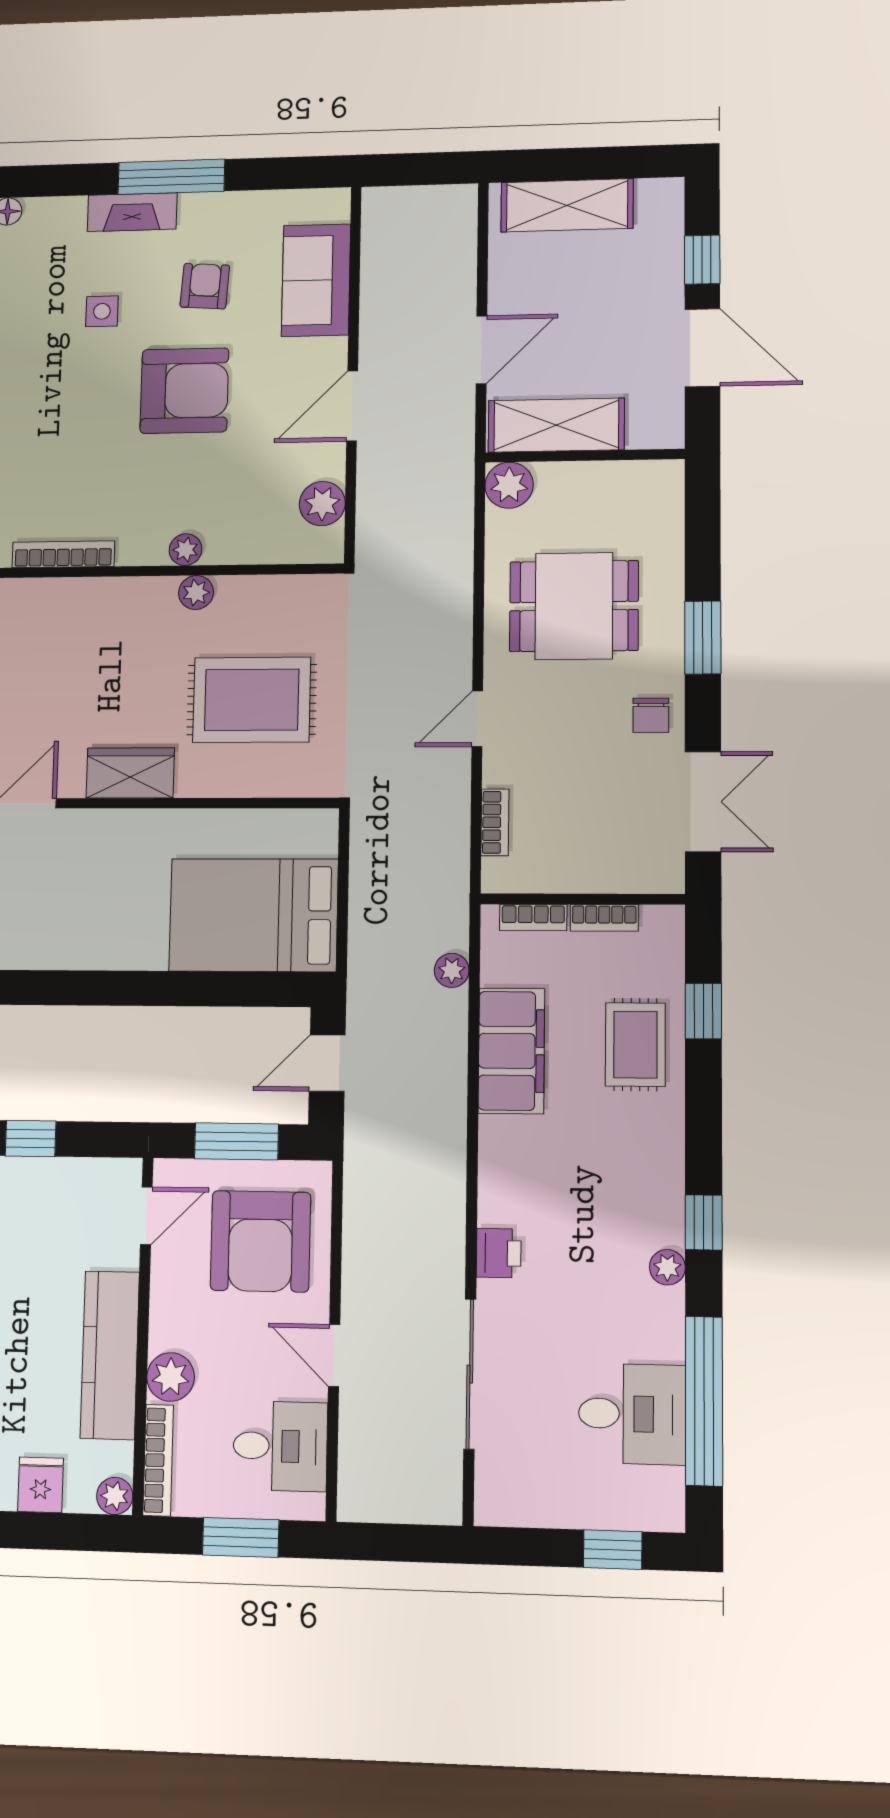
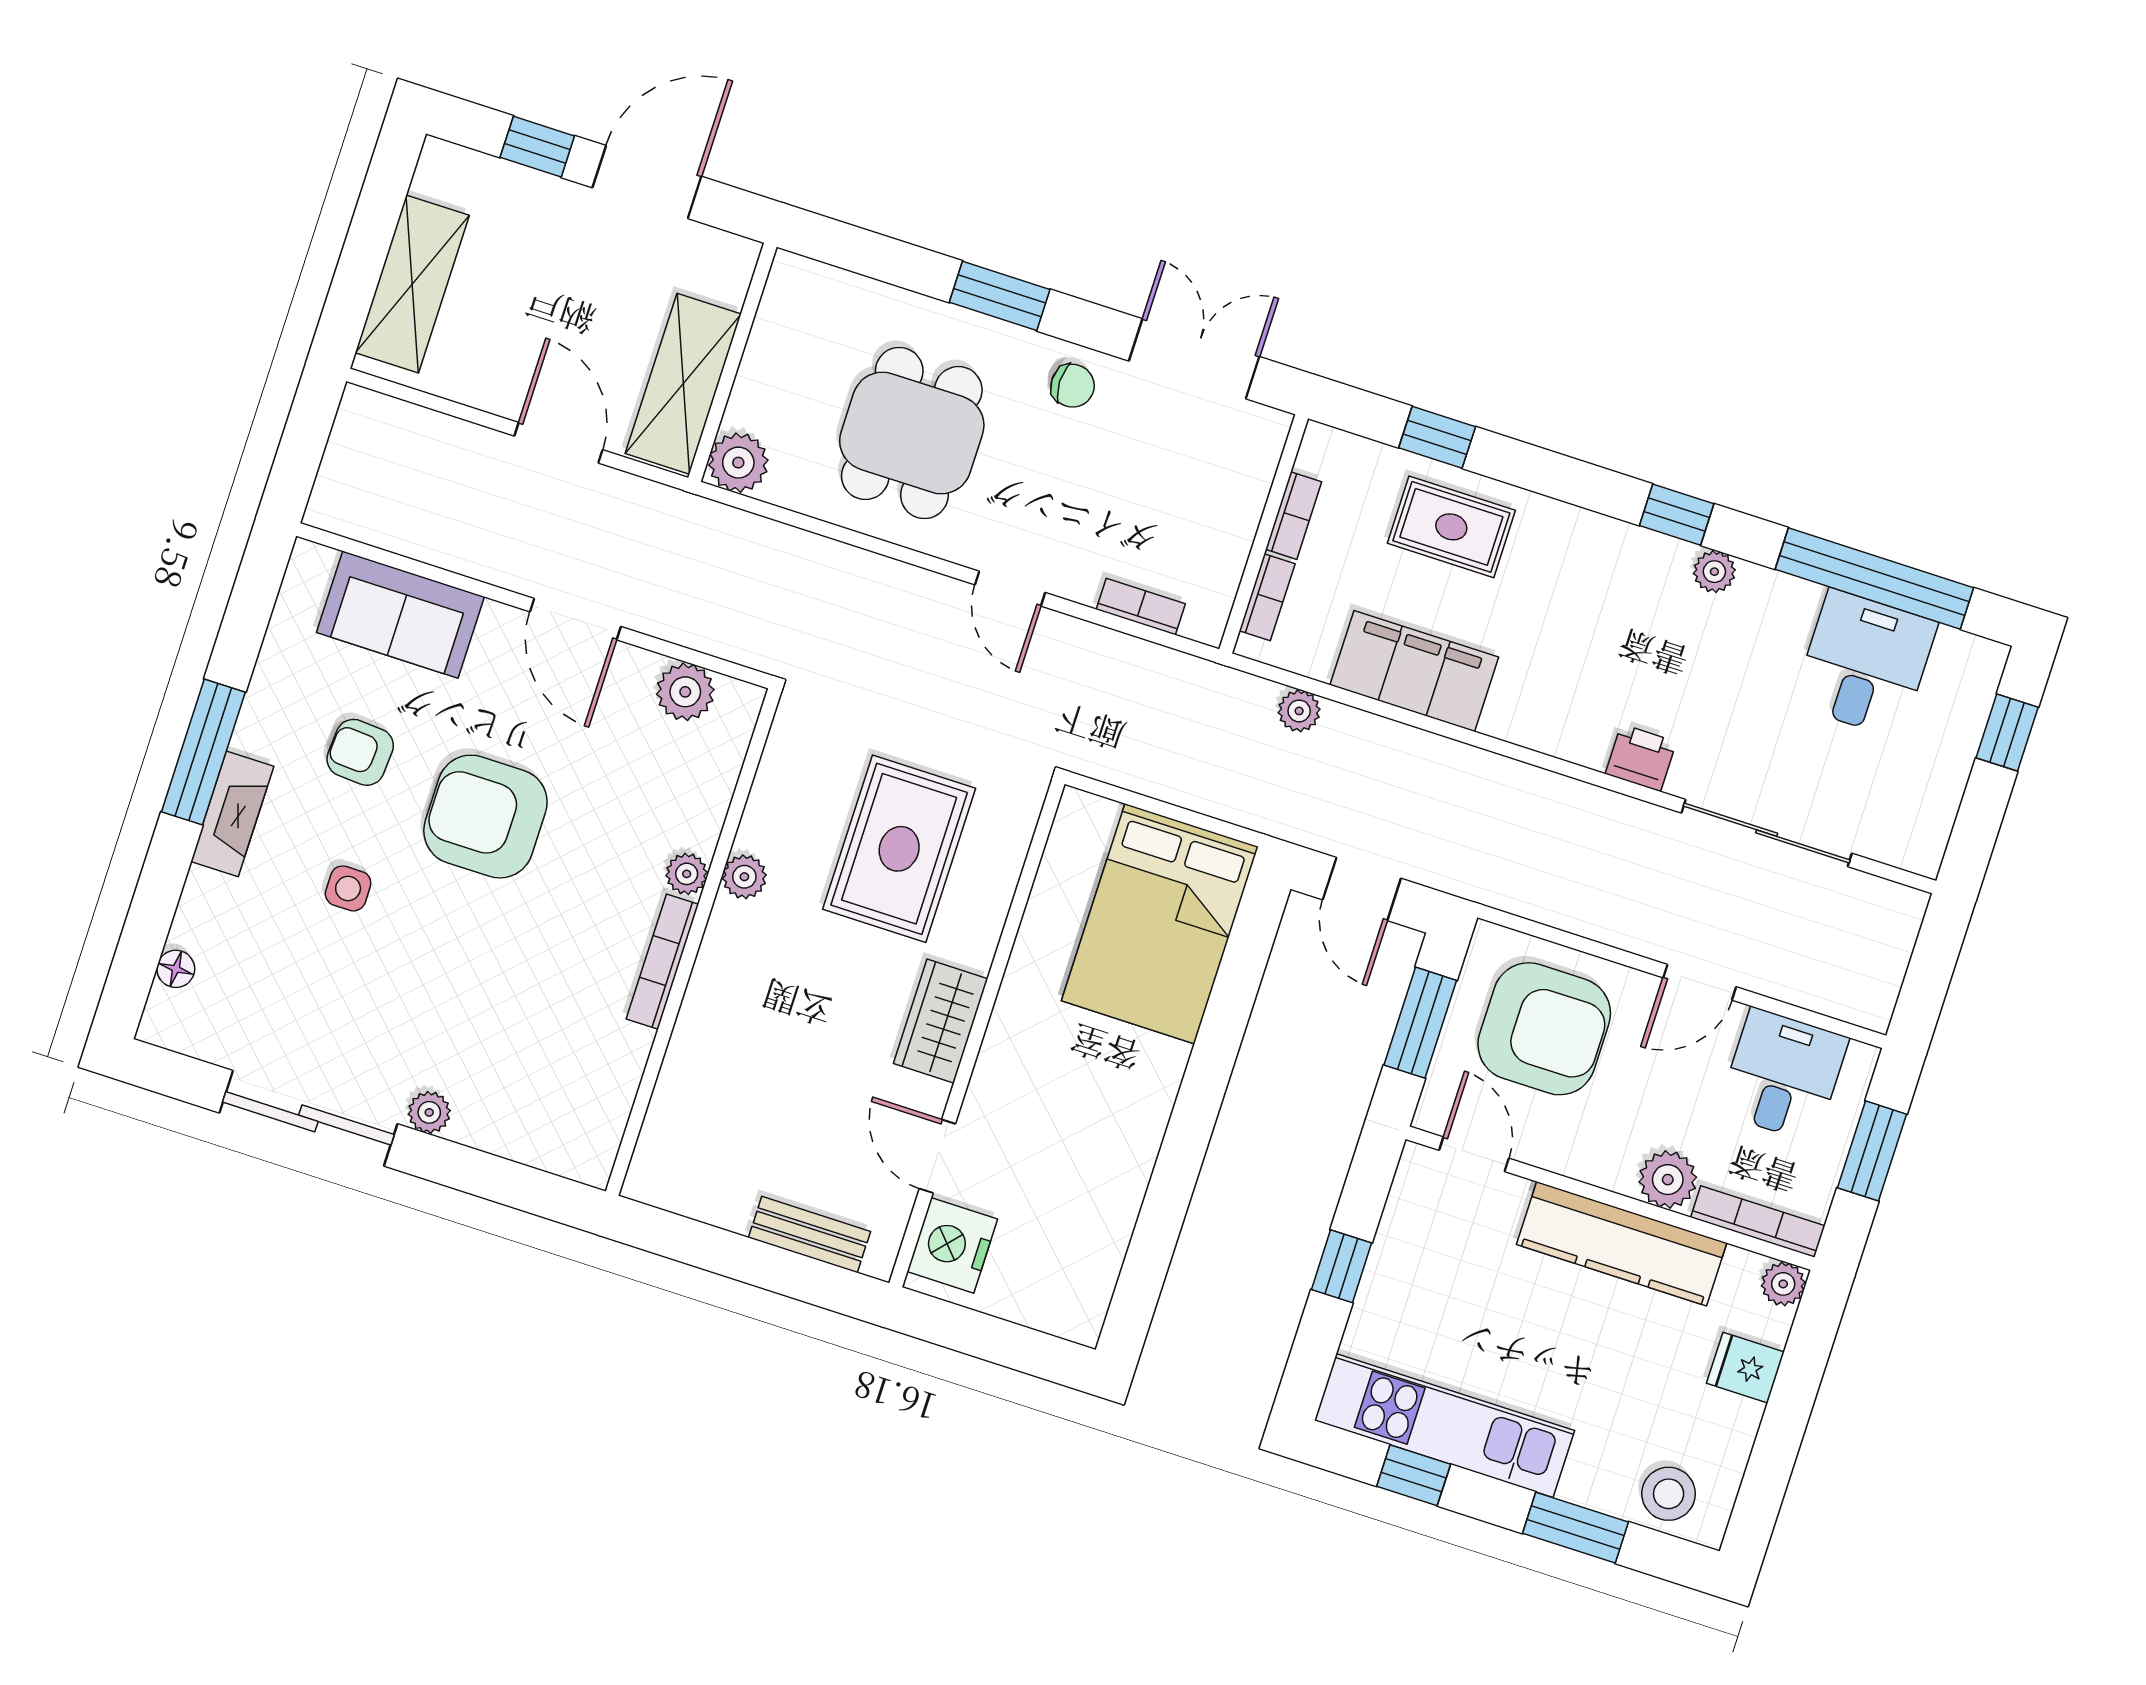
armchair: (184, 391) -> (485, 817), turned -90
bookcase: (63, 554) -> (662, 962), moved

